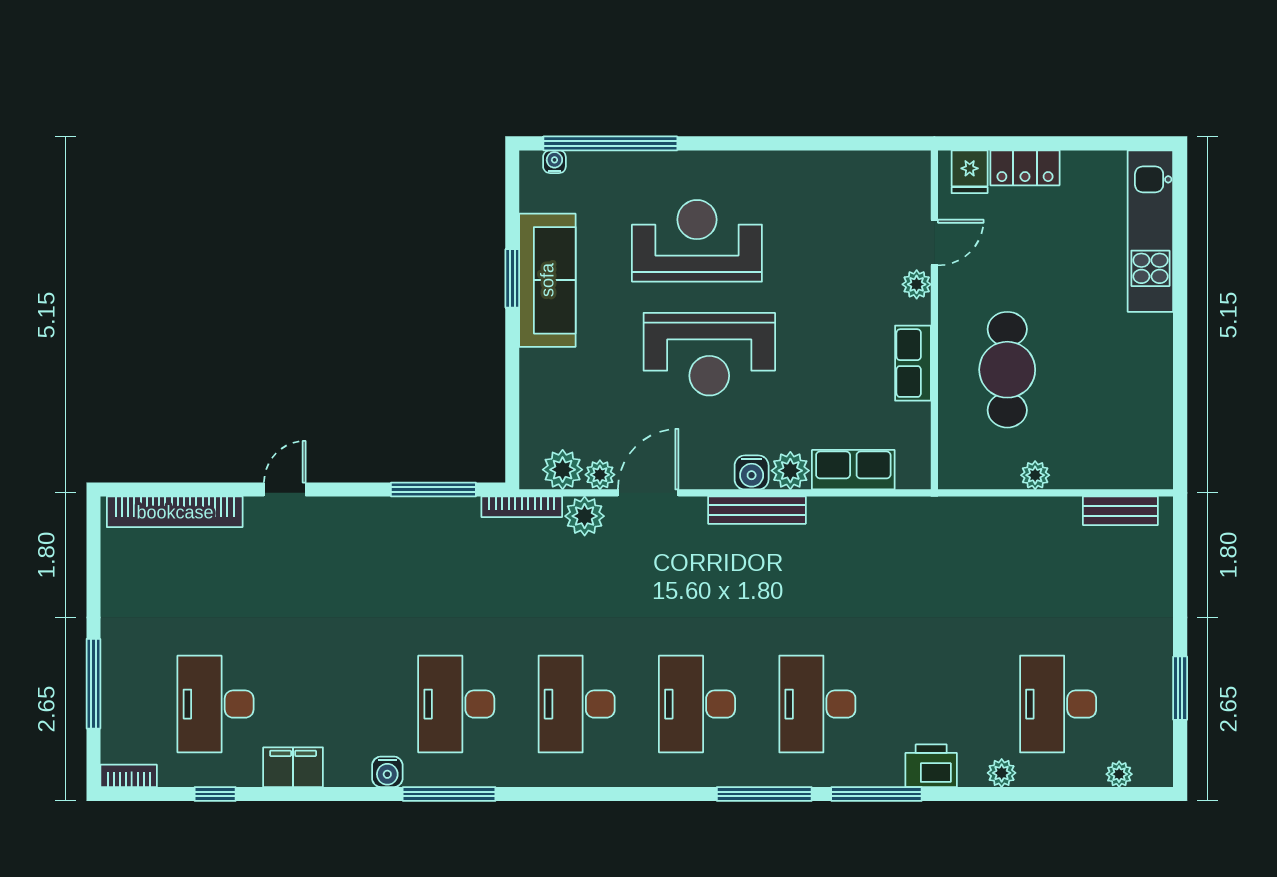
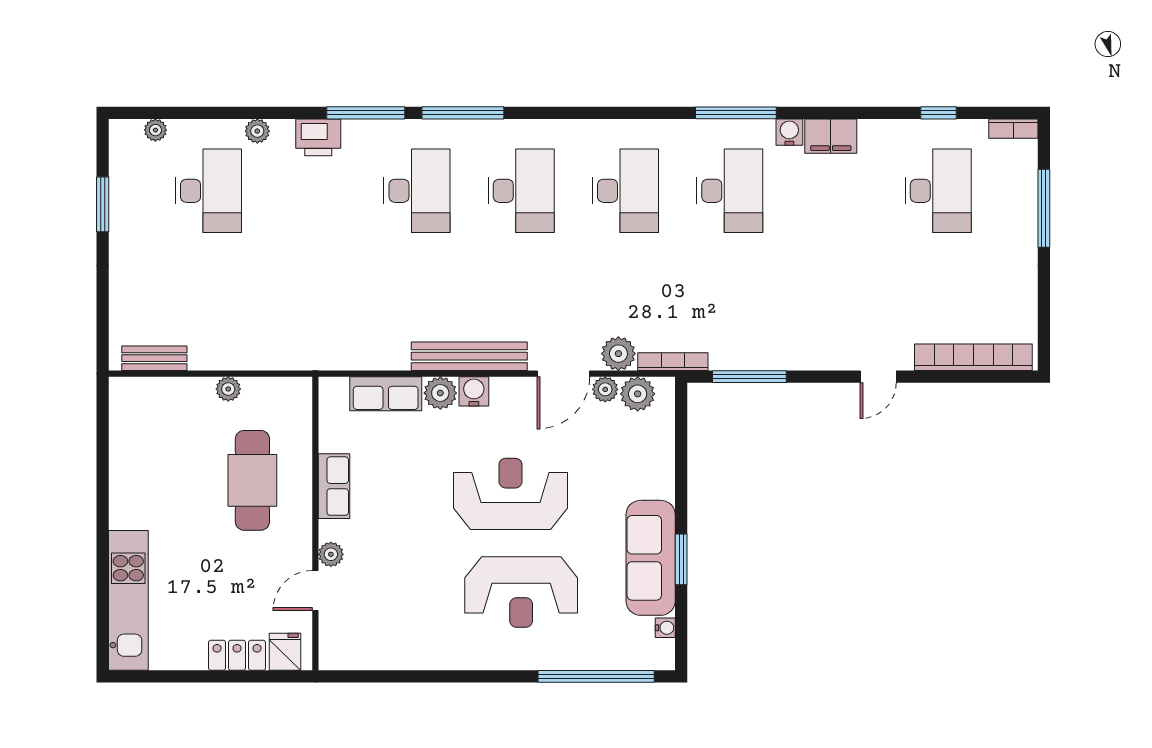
water cooler: (554, 162) -> (665, 628), moved, turned -90
bench: (757, 510) -> (469, 356), width x1.37, depth x1.21
filing cabinet: (293, 767) -> (831, 136), moved

